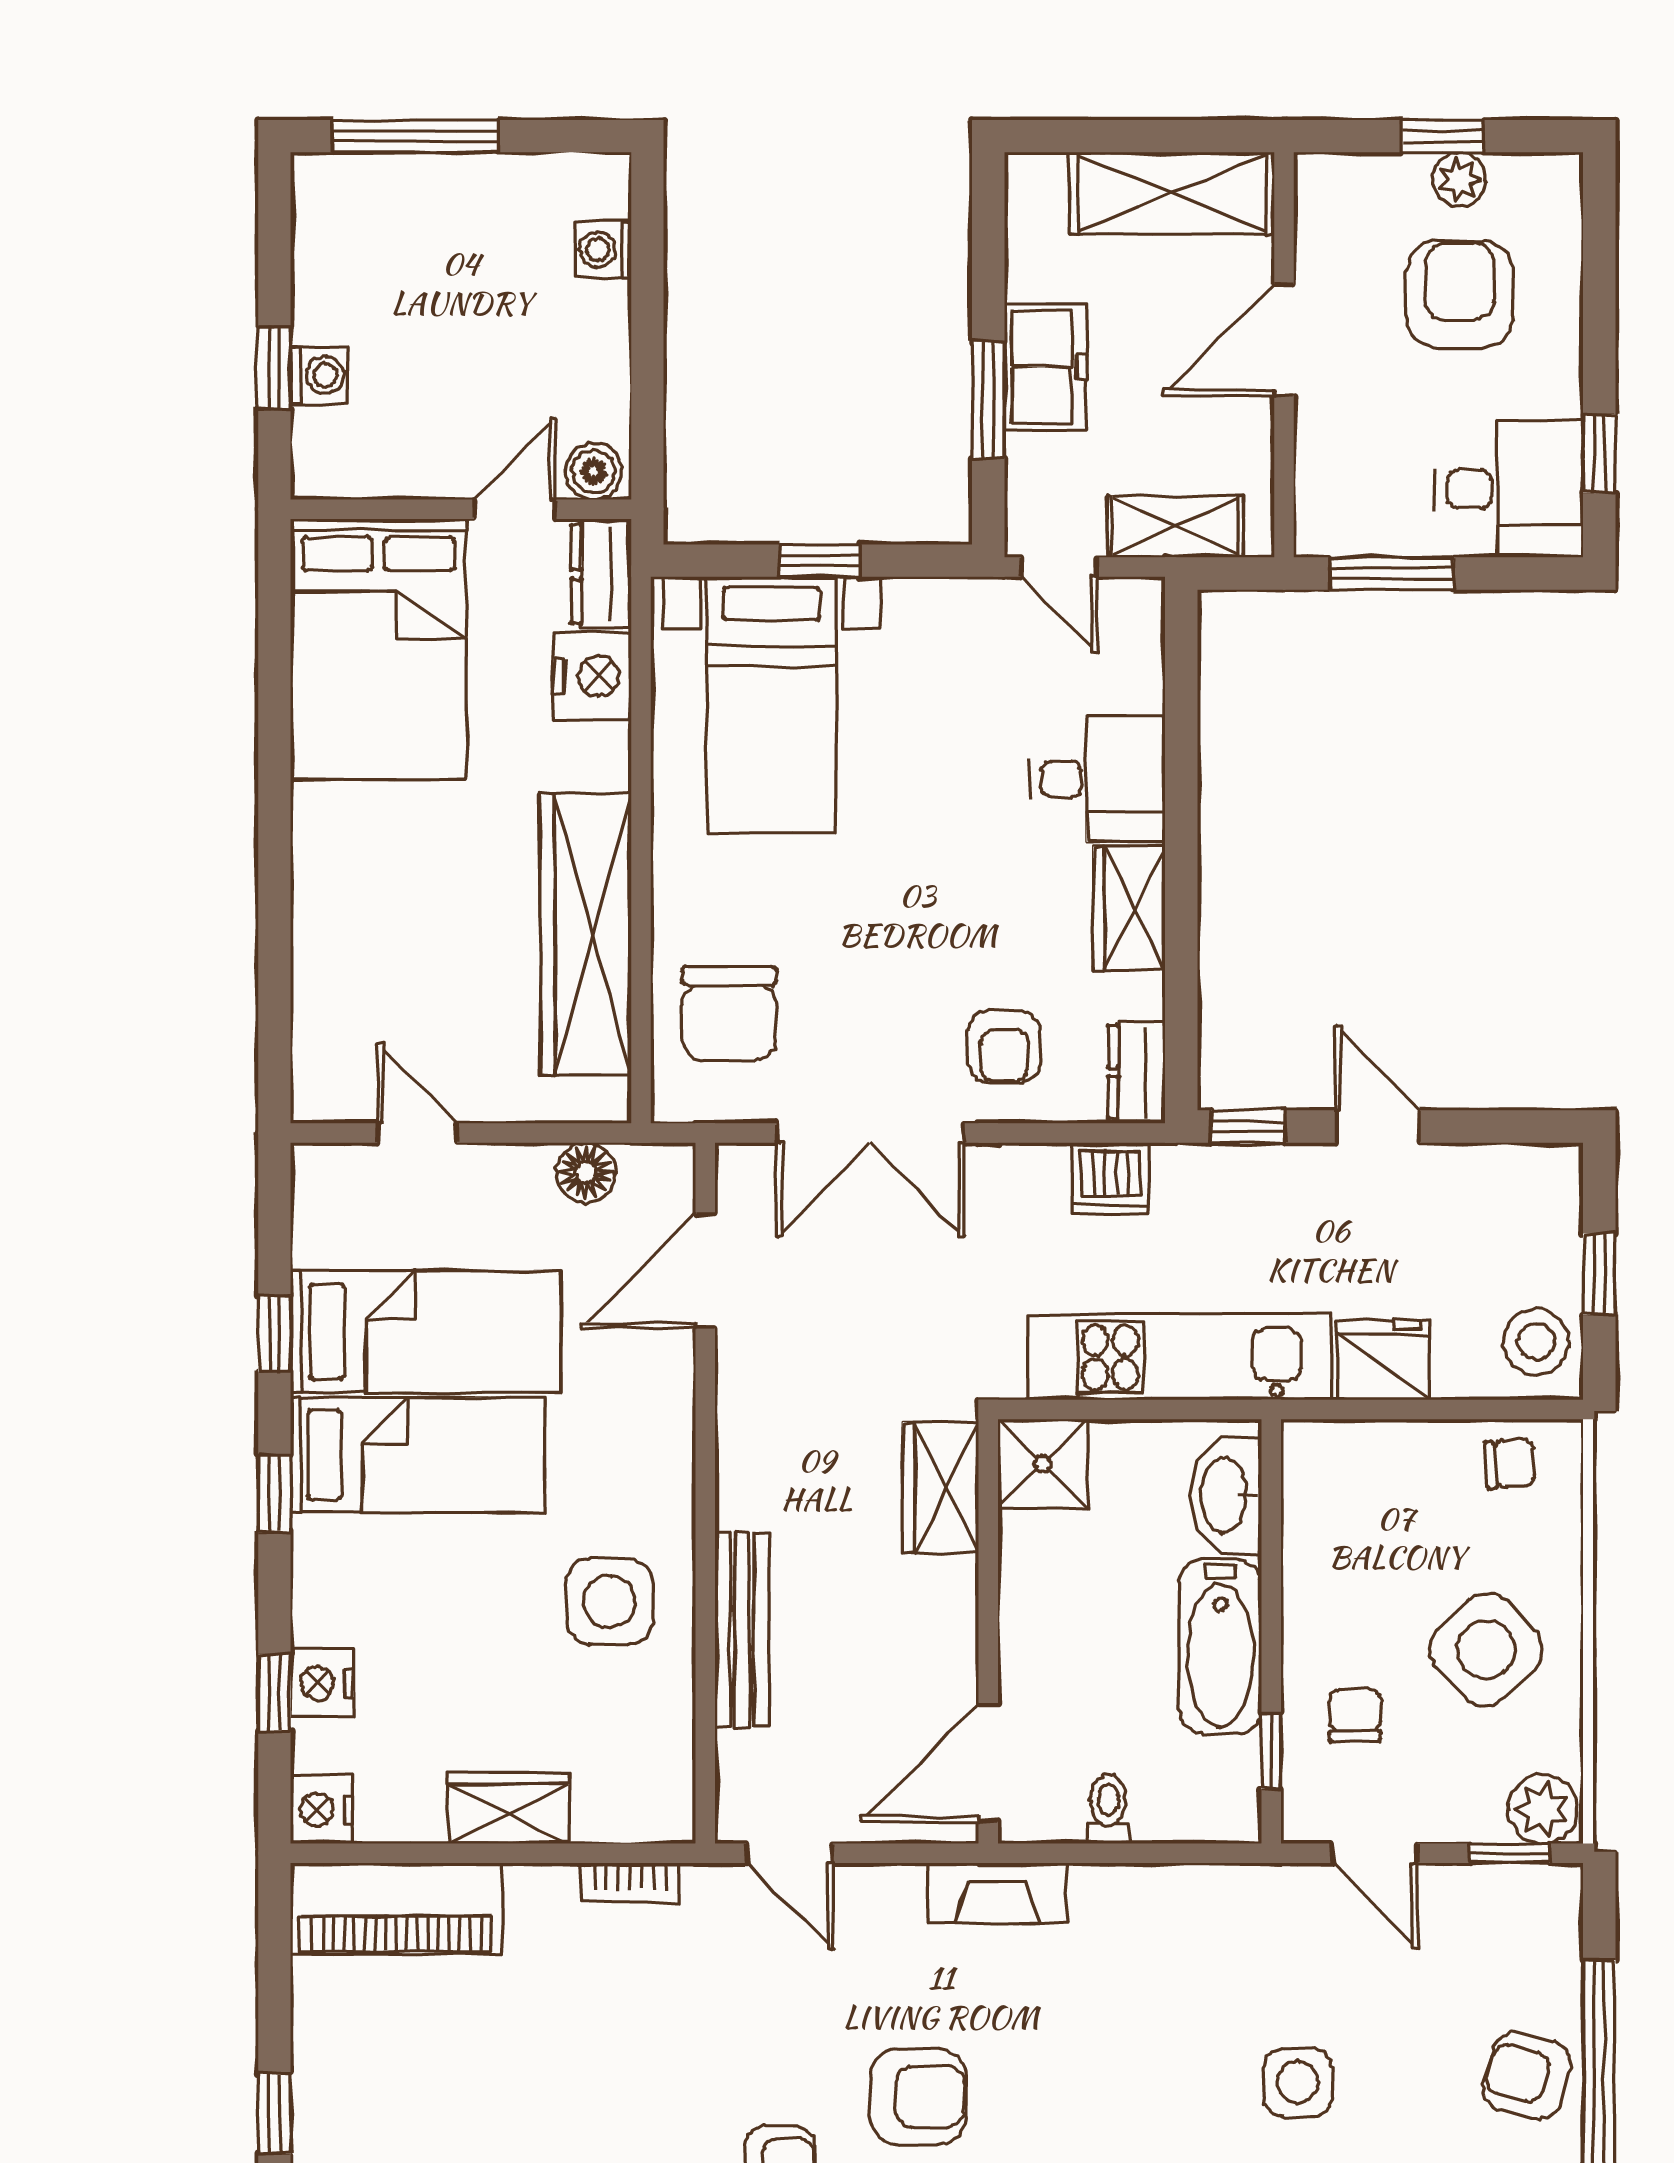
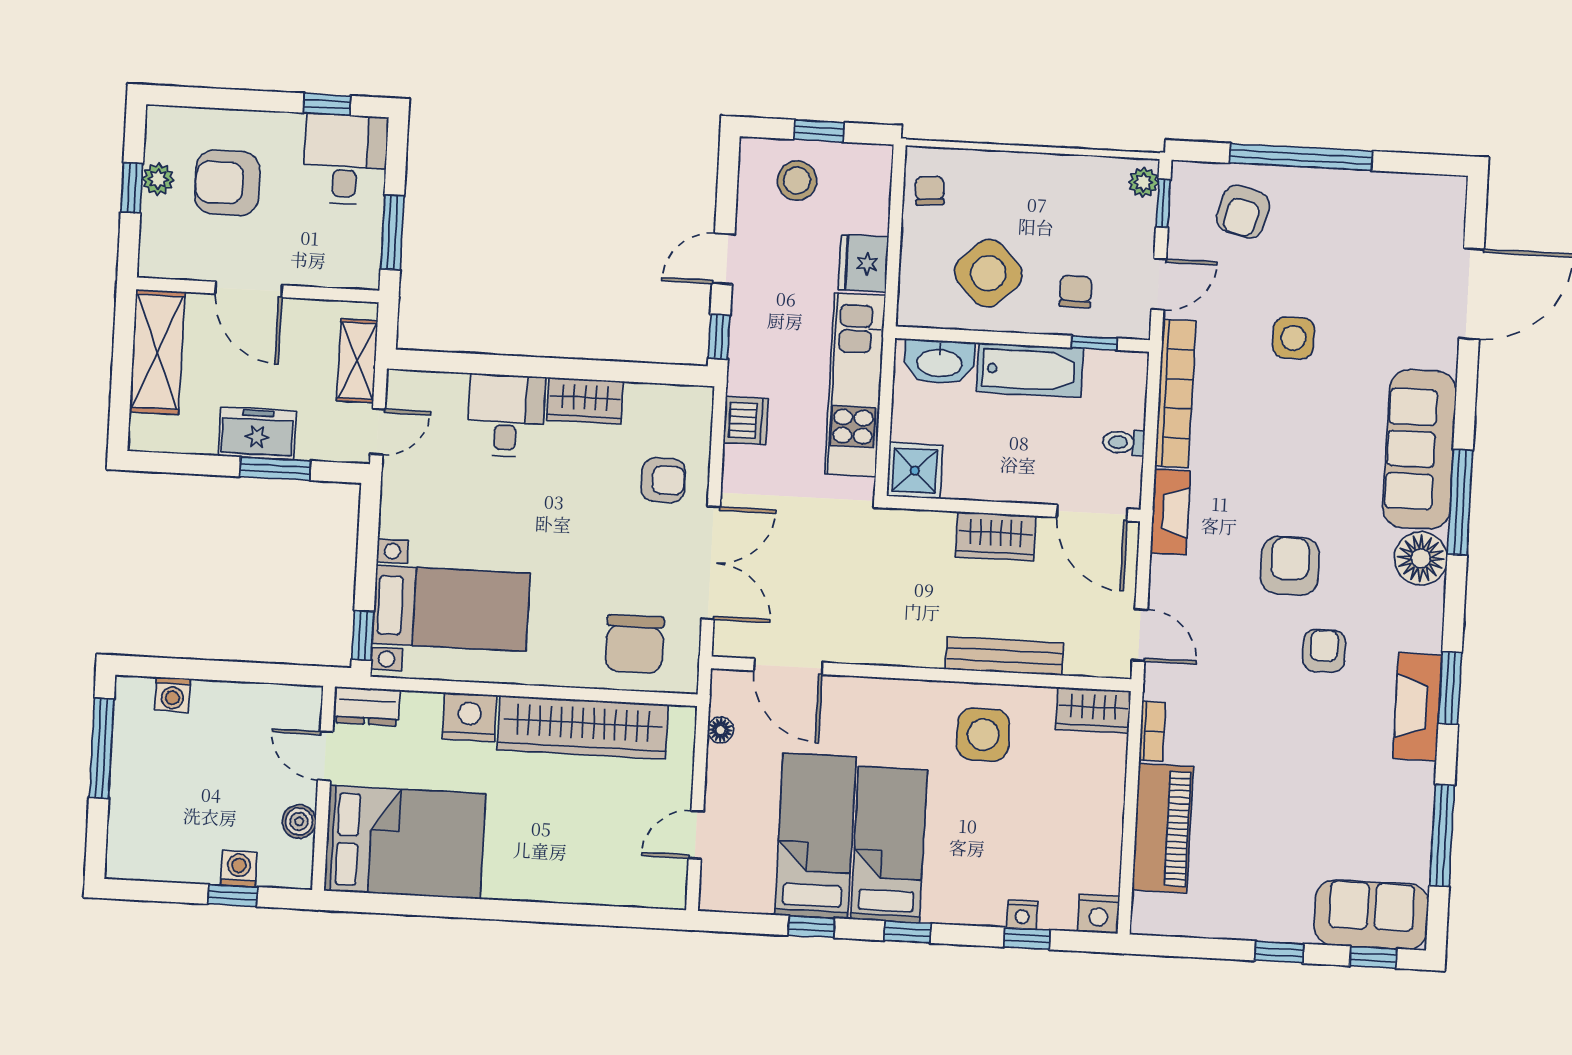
window: (415, 136) -> (102, 748), moved
boiler: (593, 471) -> (299, 821), moved
window: (820, 561) -> (363, 635), moved
nightstand: (592, 676) -> (470, 717), moved
chair: (729, 1013) -> (634, 644), turned 90
dresser: (1136, 1072) -> (683, 402), removed
floor lamp: (586, 1172) -> (721, 730), width x0.73, depth x0.73
stool: (1536, 1342) -> (797, 181), moved
wardrobe: (941, 1488) -> (996, 536), moved
side table: (1486, 1649) -> (988, 273), moved
nightstand: (322, 1683) -> (1022, 915), width x0.72, depth x0.74
chair: (1355, 1715) -> (1076, 292), turned 90
wardrobe: (508, 1808) -> (1093, 710), moved, turned -90
plant: (1543, 1809) -> (1143, 182), width x0.73, depth x0.73
door: (789, 1853) -> (1140, 635), hinge flipped
bookcase: (1194, 1891) -> (1175, 393), added
piano: (396, 1909) -> (1163, 828), moved
armchair: (1527, 2076) -> (1243, 212), moved

